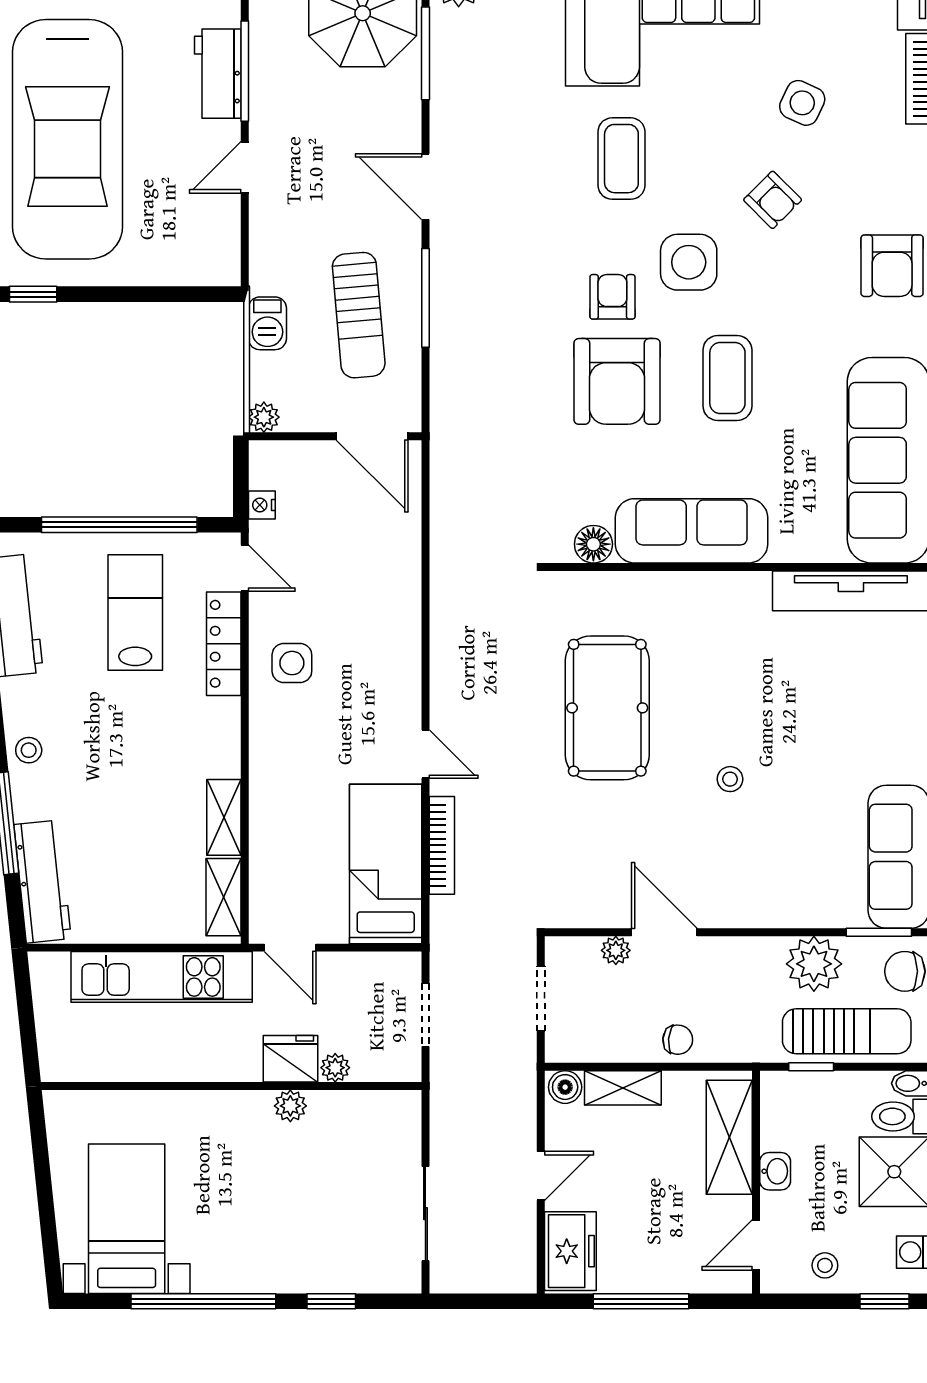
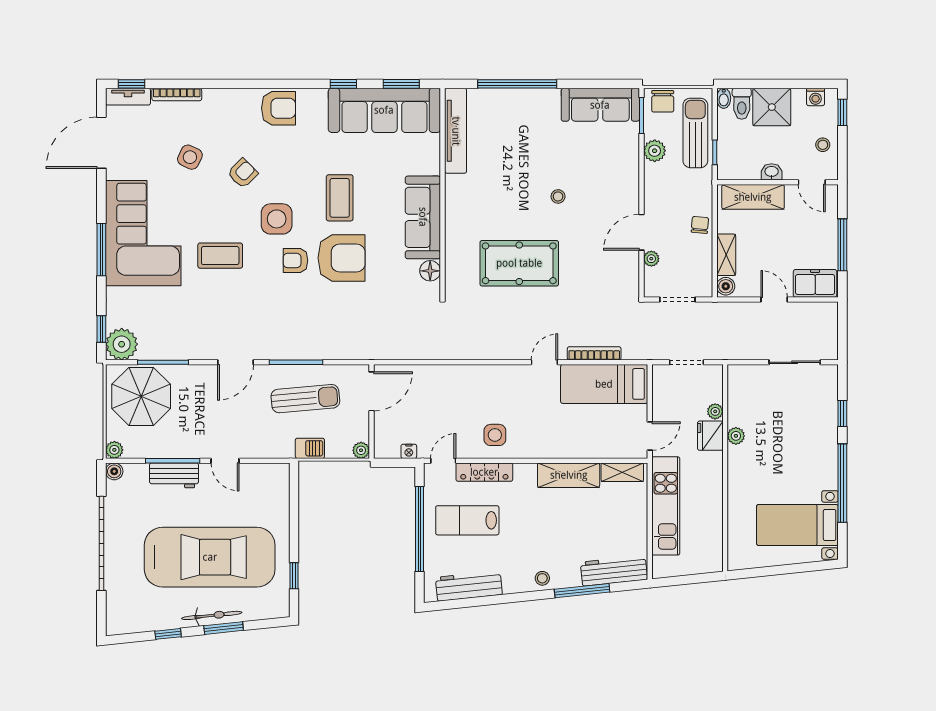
coffee table: (727, 378) -> (340, 198), turned 90
shelving: (224, 817) -> (569, 475), width x1.50, depth x1.33
plant: (814, 964) -> (655, 151), width x0.73, depth x0.73

